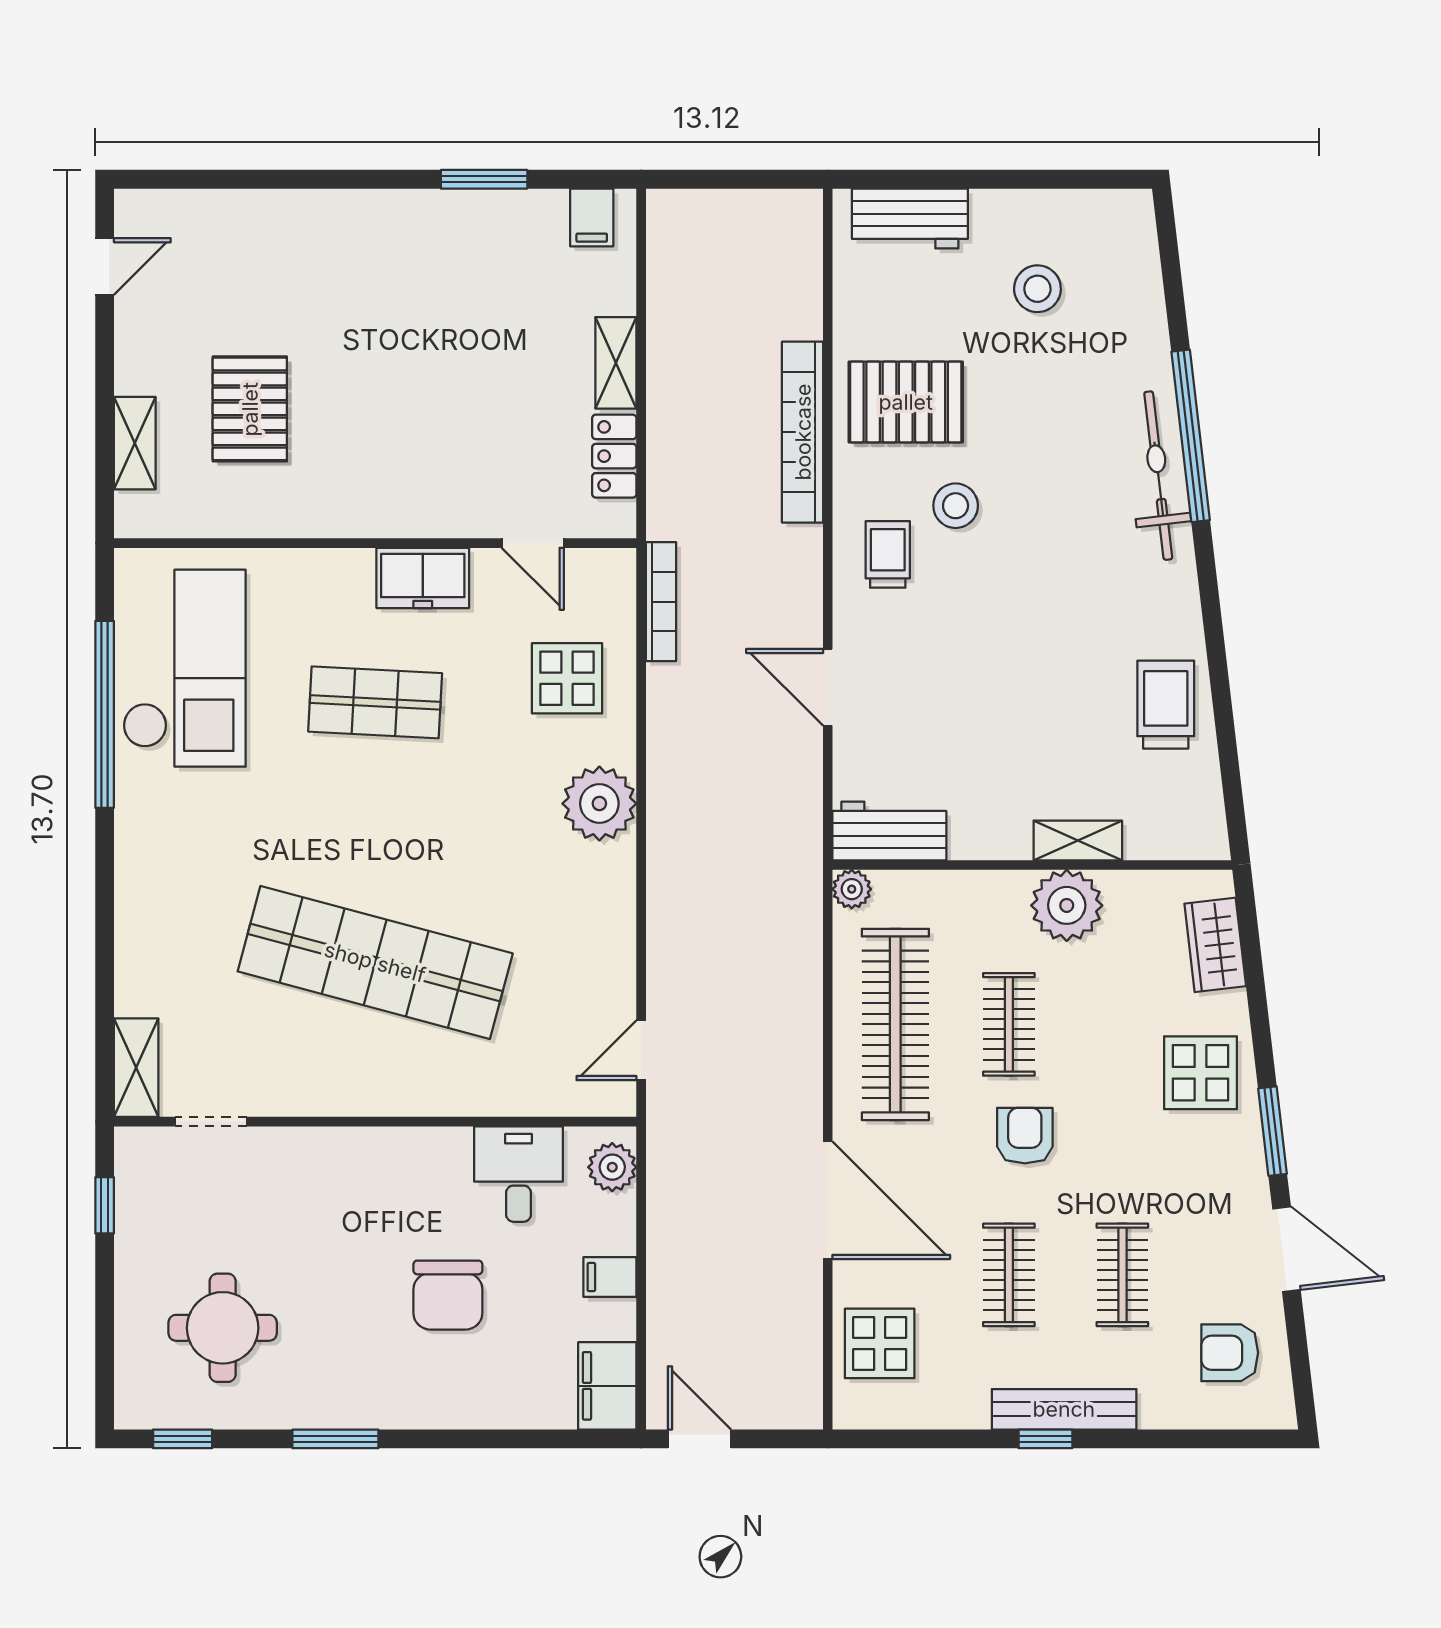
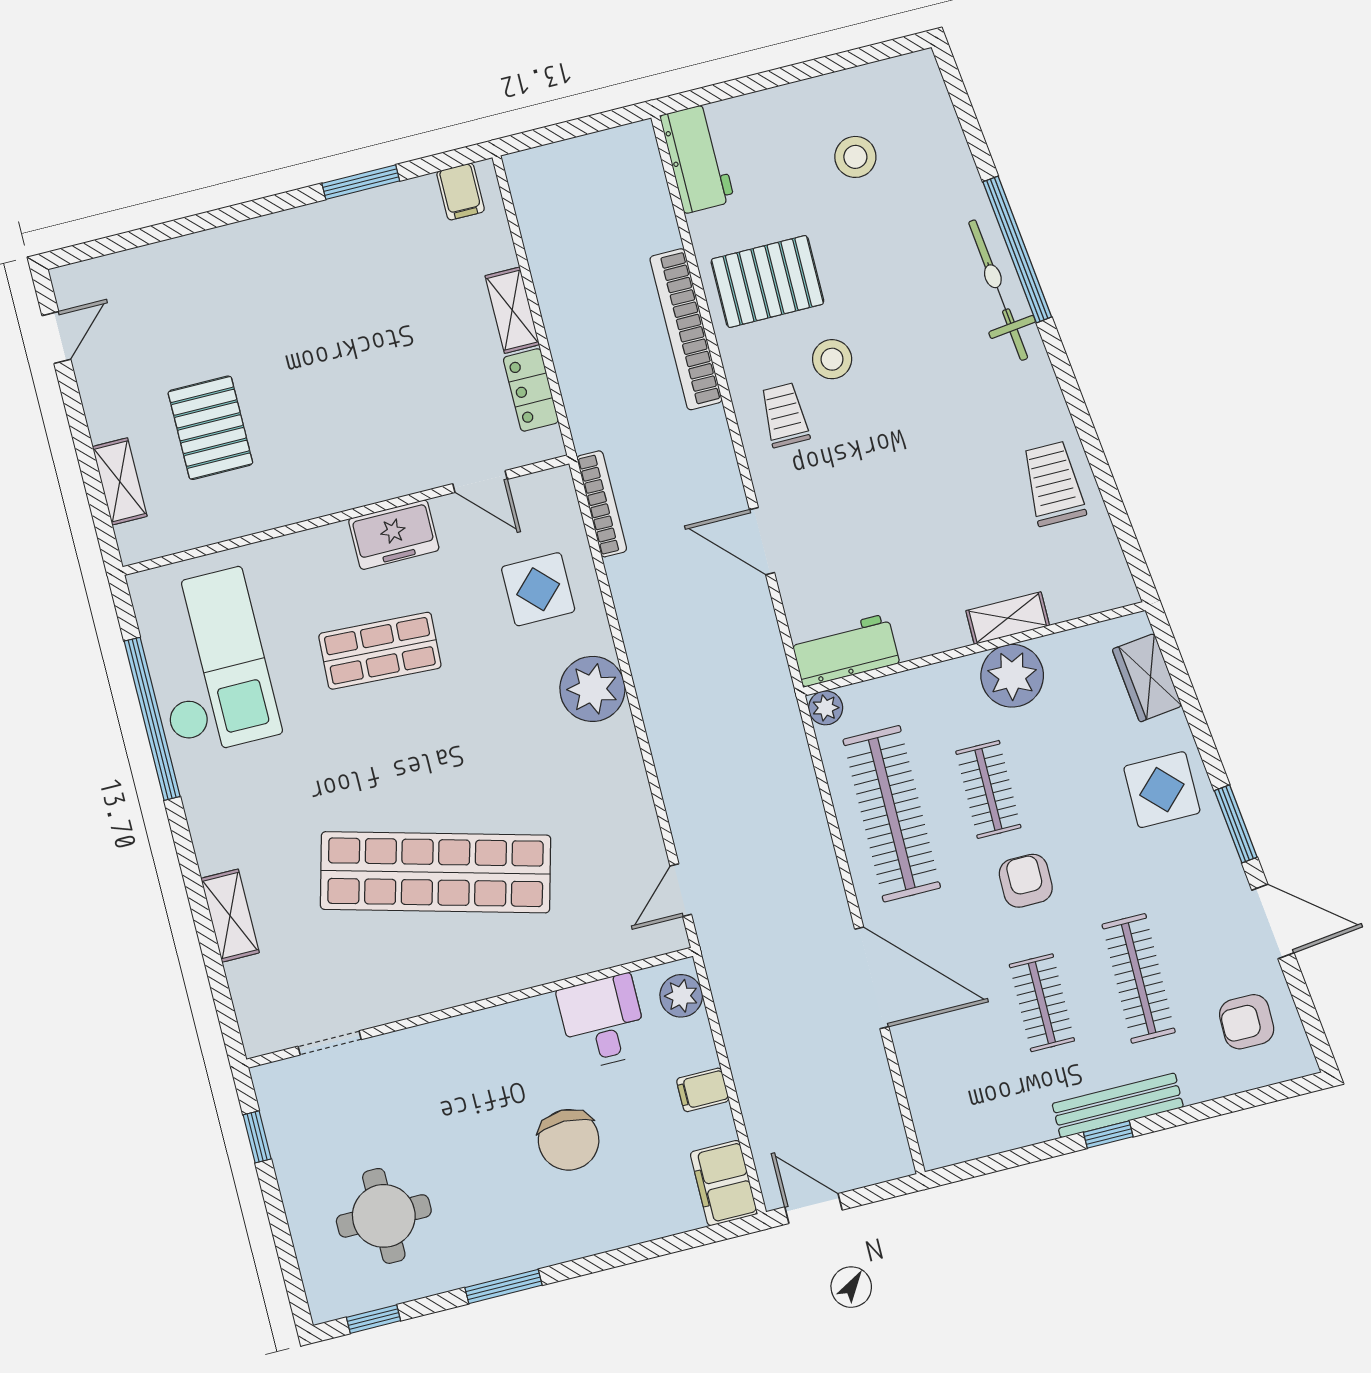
workbench: (910, 219) -> (697, 158), moved, turned -90
shelving: (136, 1068) -> (230, 916), moved
clothes rail: (1122, 1275) -> (1139, 978), width x1.36
display table: (880, 1343) -> (947, 1089), removed

